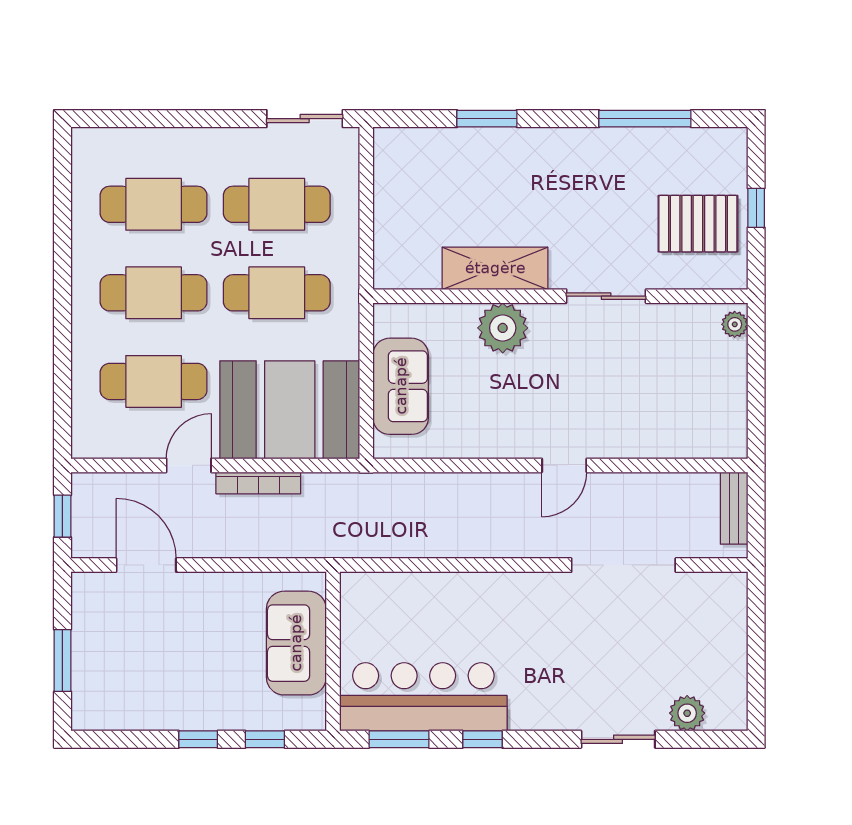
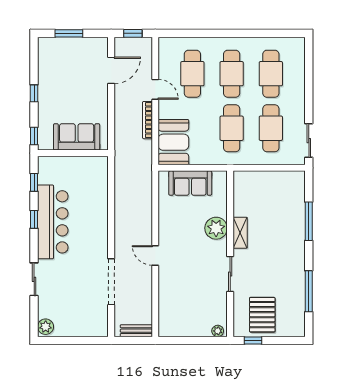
window: (487, 119) -> (309, 221), width x1.44
window: (756, 208) -> (253, 340), moved
shelving: (495, 268) -> (240, 233), width x0.67, depth x0.75
booth: (290, 410) -> (173, 142), width x0.73, depth x0.70
bar counter: (423, 697) -> (53, 222), moved
plant: (687, 713) -> (46, 327), moved
window: (265, 739) -> (34, 136), moved
window: (399, 739) -> (34, 182), width x0.67

